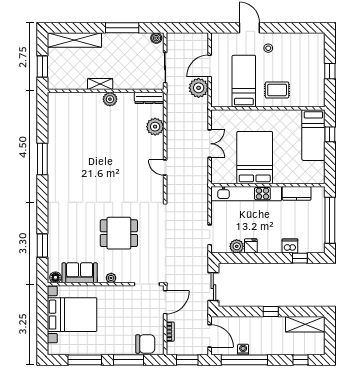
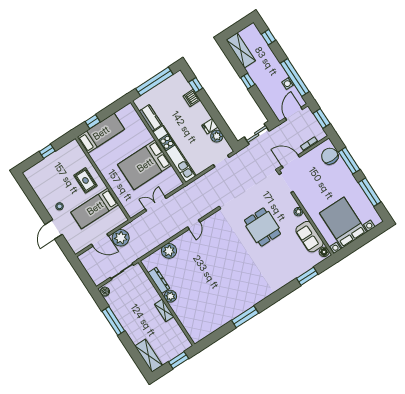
shelving: (74, 40) -> (149, 356), width x0.68
dresser: (149, 98) -> (159, 280), moved

